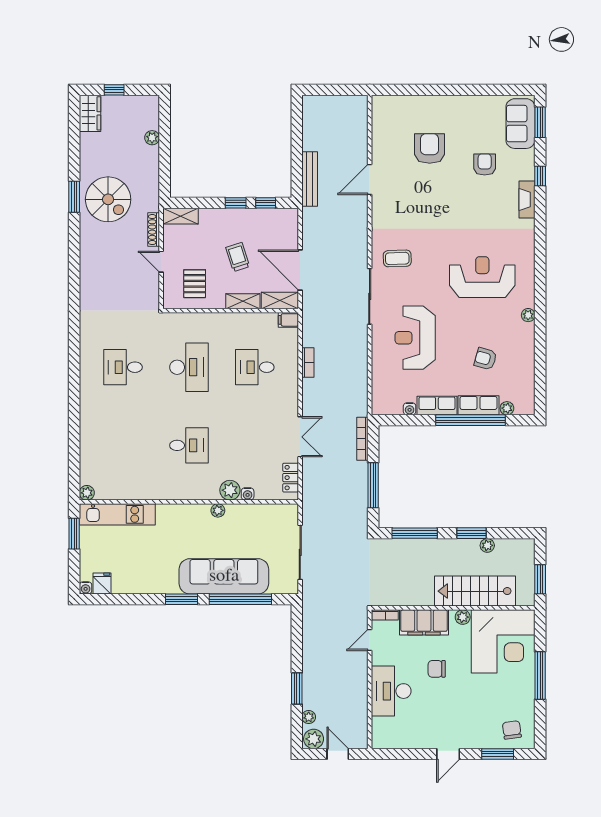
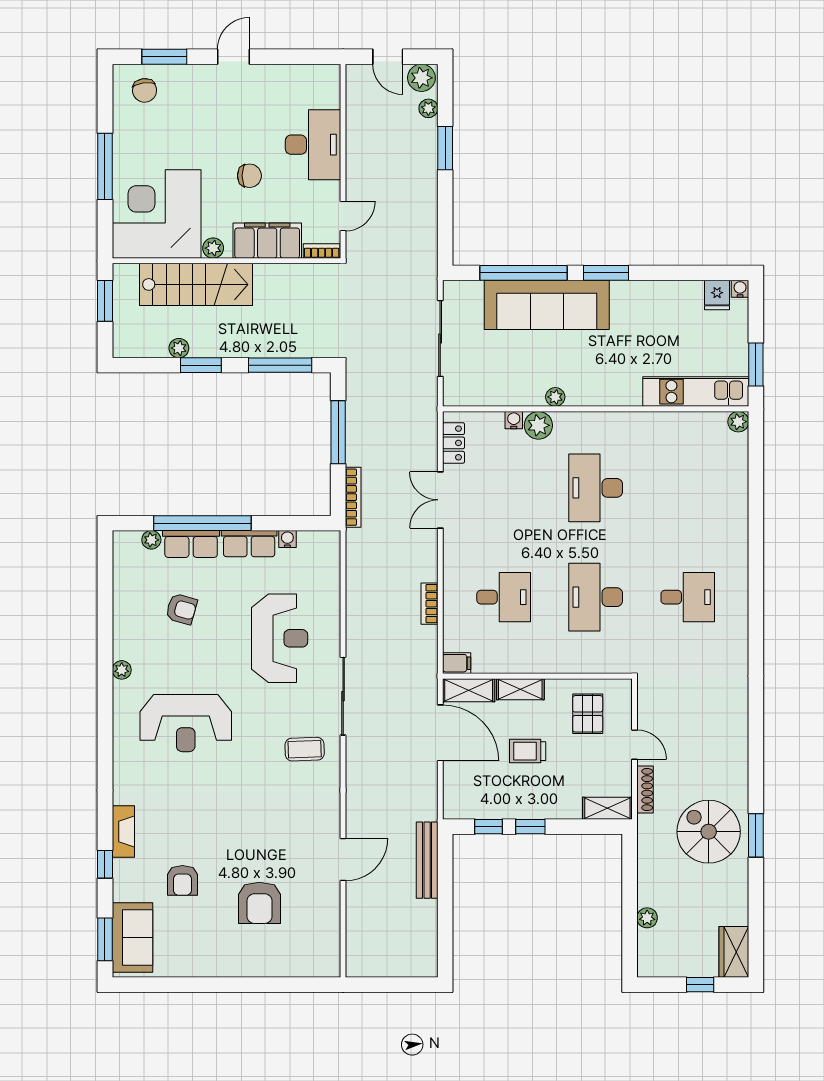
trolley: (238, 257) -> (528, 751), turned 108
desk: (189, 445) -> (596, 488), width x1.37

